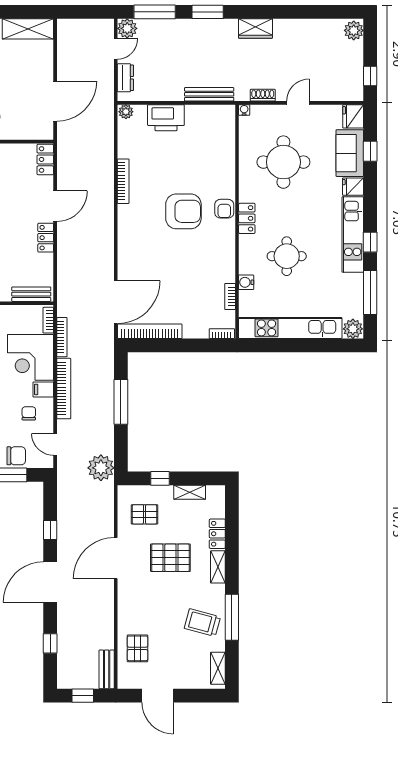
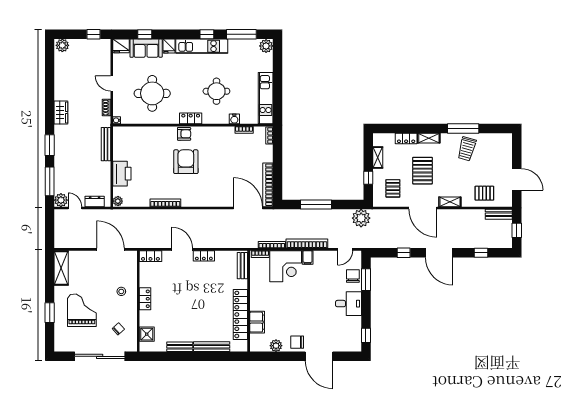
kitchen unit: (290, 328) -> (266, 98), width x0.73
chair: (29, 413) -> (324, 267), removed
shelving: (218, 668) -> (450, 202), moved
door: (158, 696) -> (517, 179), hinge flipped

